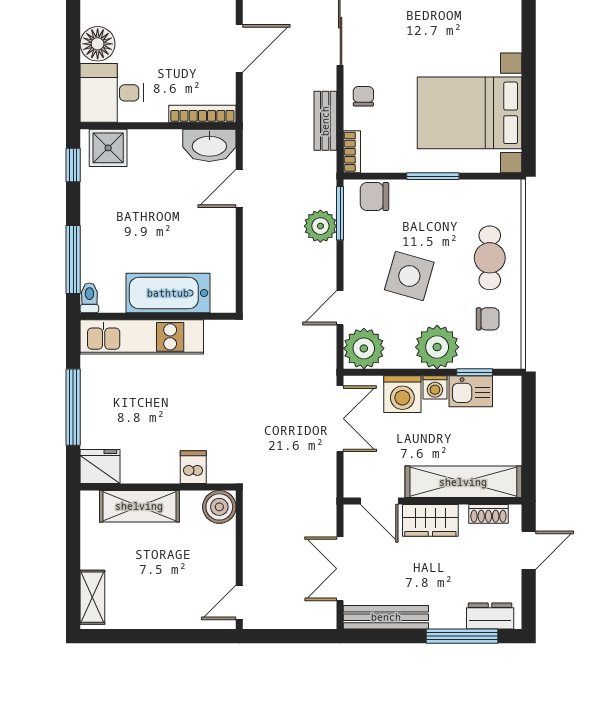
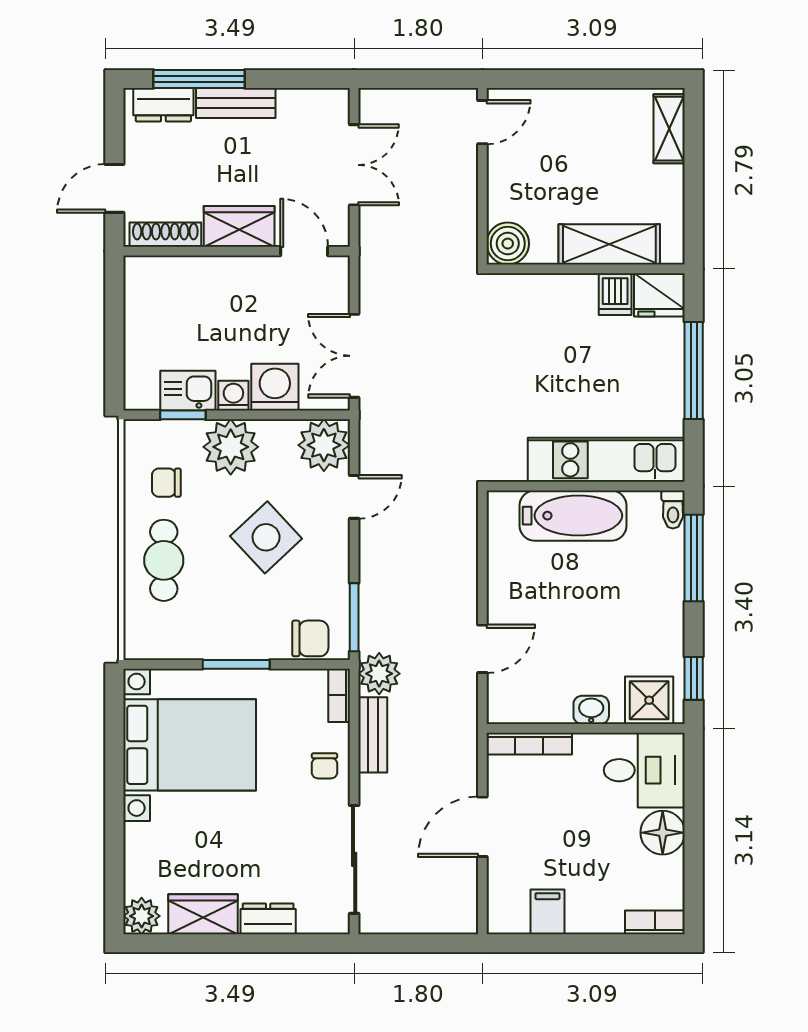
washbasin: (209, 145) -> (591, 710), moved, width x0.52, depth x0.69
plant: (320, 226) -> (379, 674), moved
side table: (409, 276) -> (266, 537), turned 31
dishwasher: (193, 467) -> (615, 294), moved
shelving: (463, 482) -> (197, 276), removed
shoe rack: (488, 514) -> (165, 235), width x1.43
bench: (386, 617) -> (236, 103), moved, width x0.73

